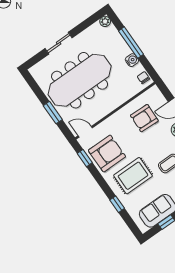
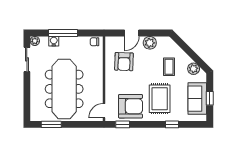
sliding door: (59, 43) -> (27, 59), moved
water cooler: (132, 60) -> (54, 41), moved
window: (53, 113) -> (51, 124), moved
armchair: (107, 153) -> (131, 106), turned 90

